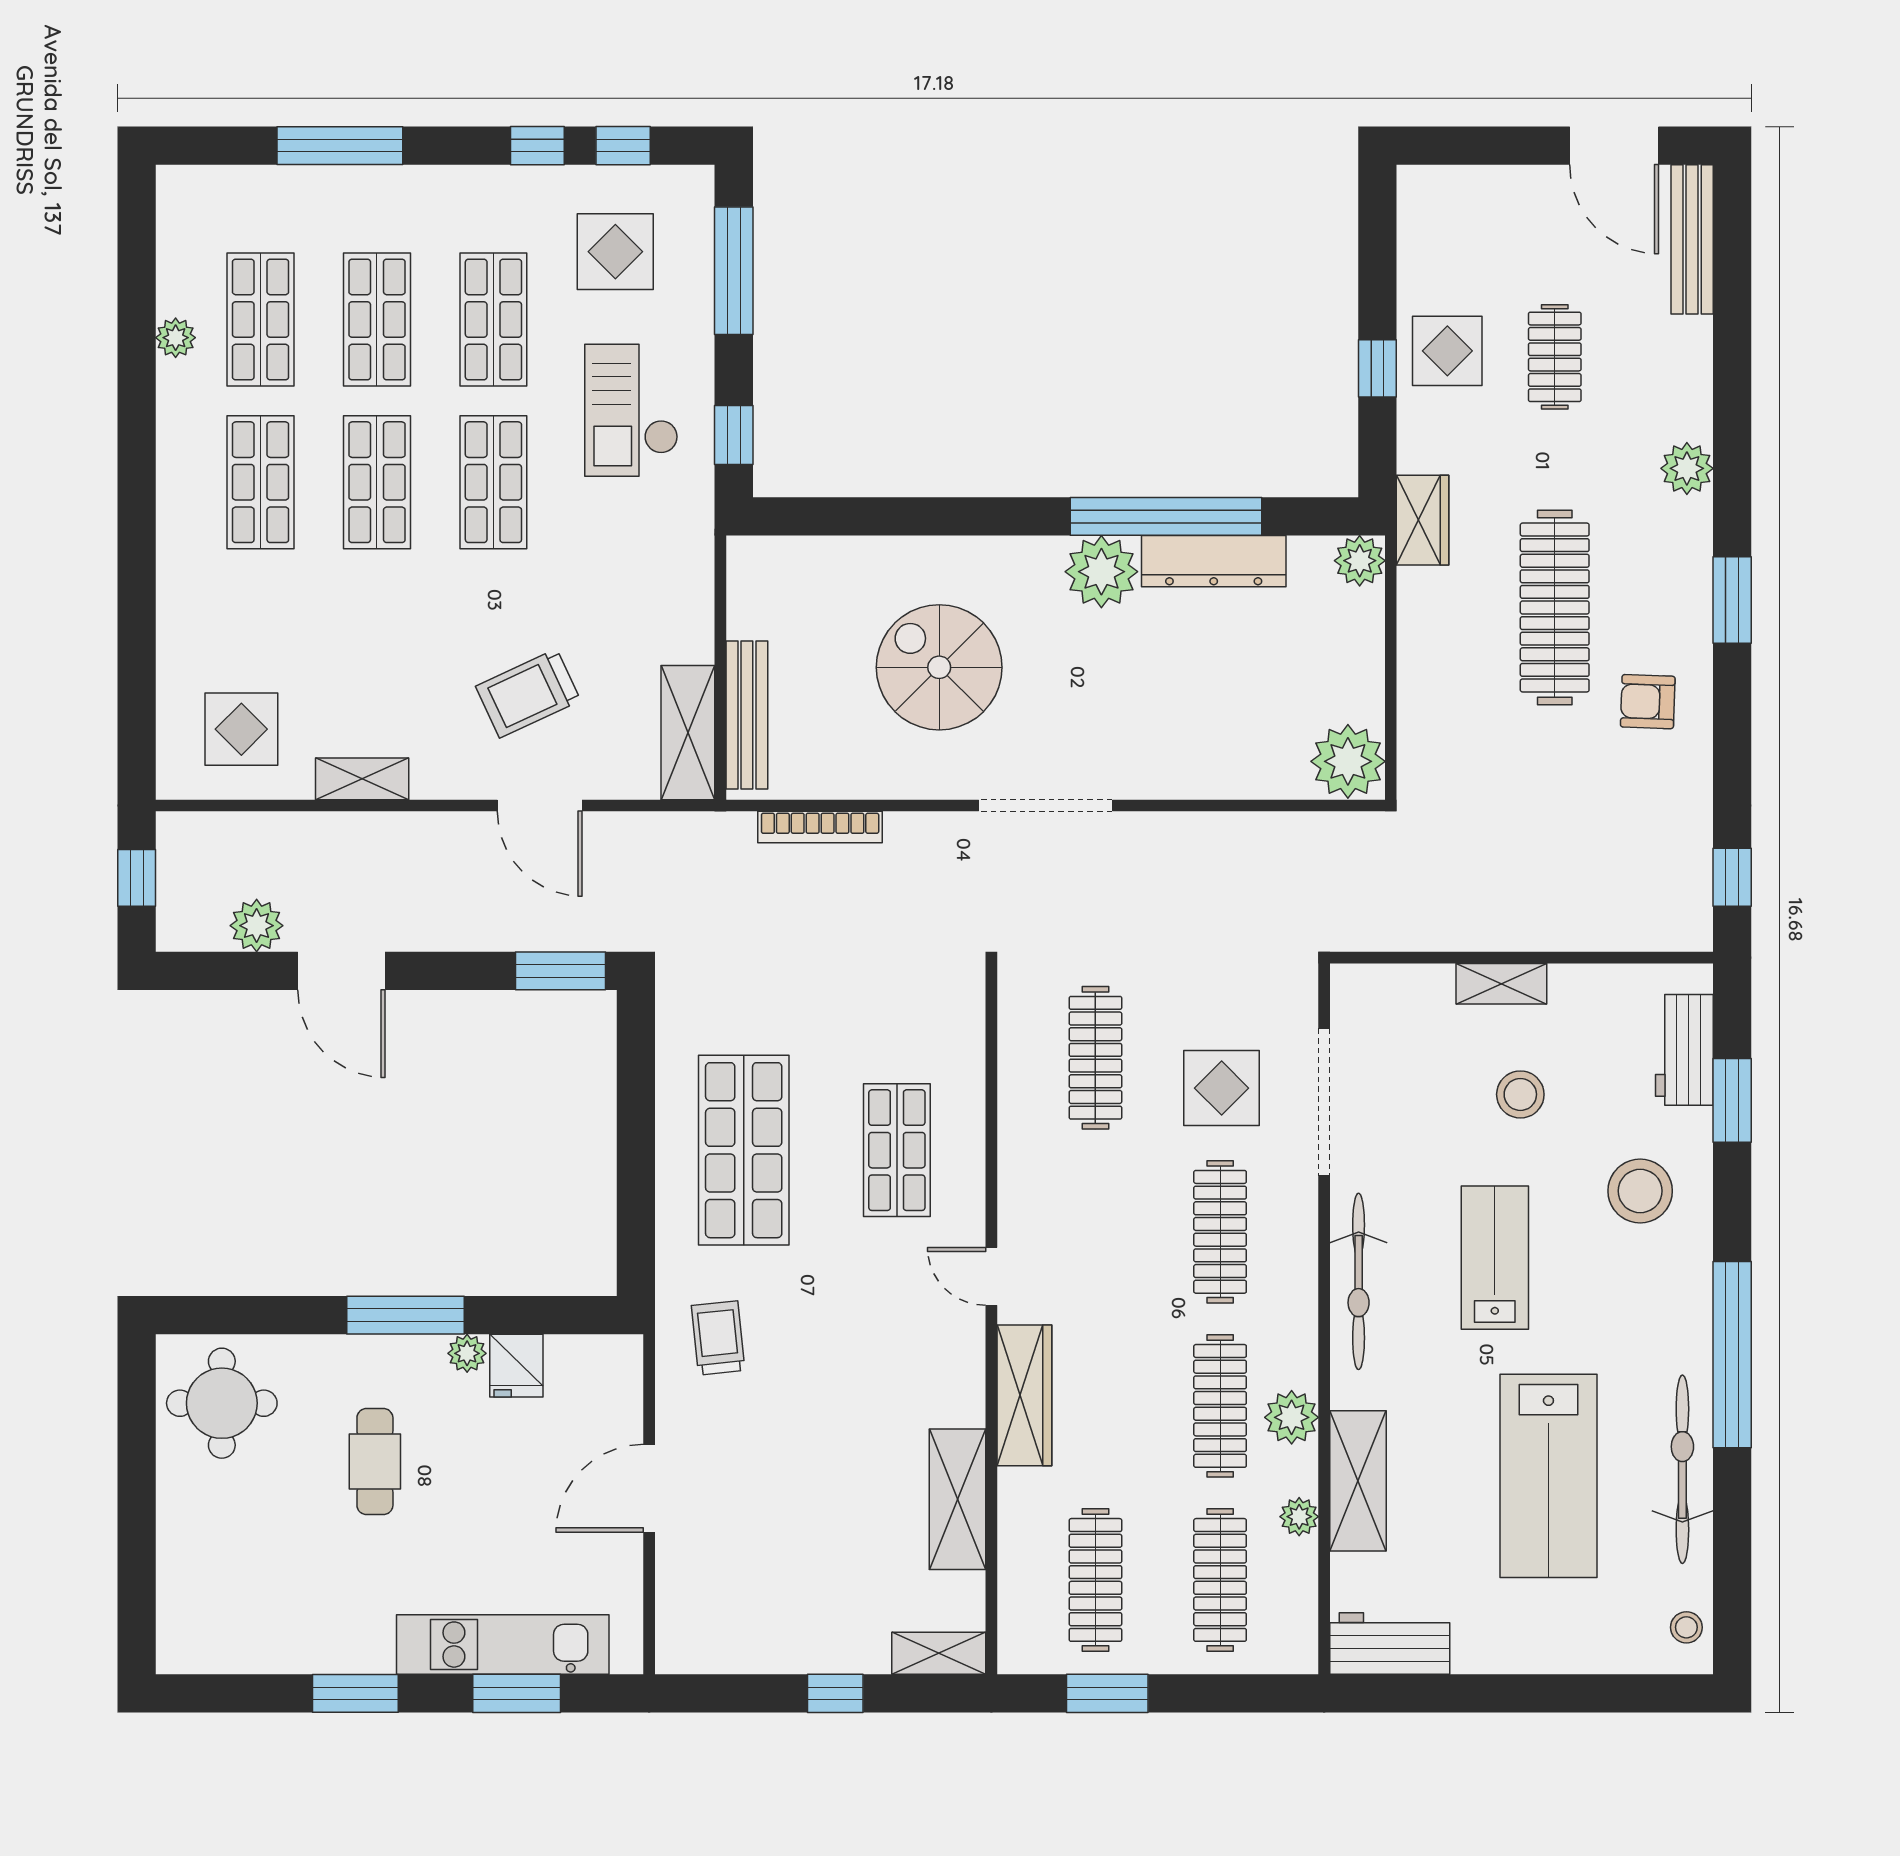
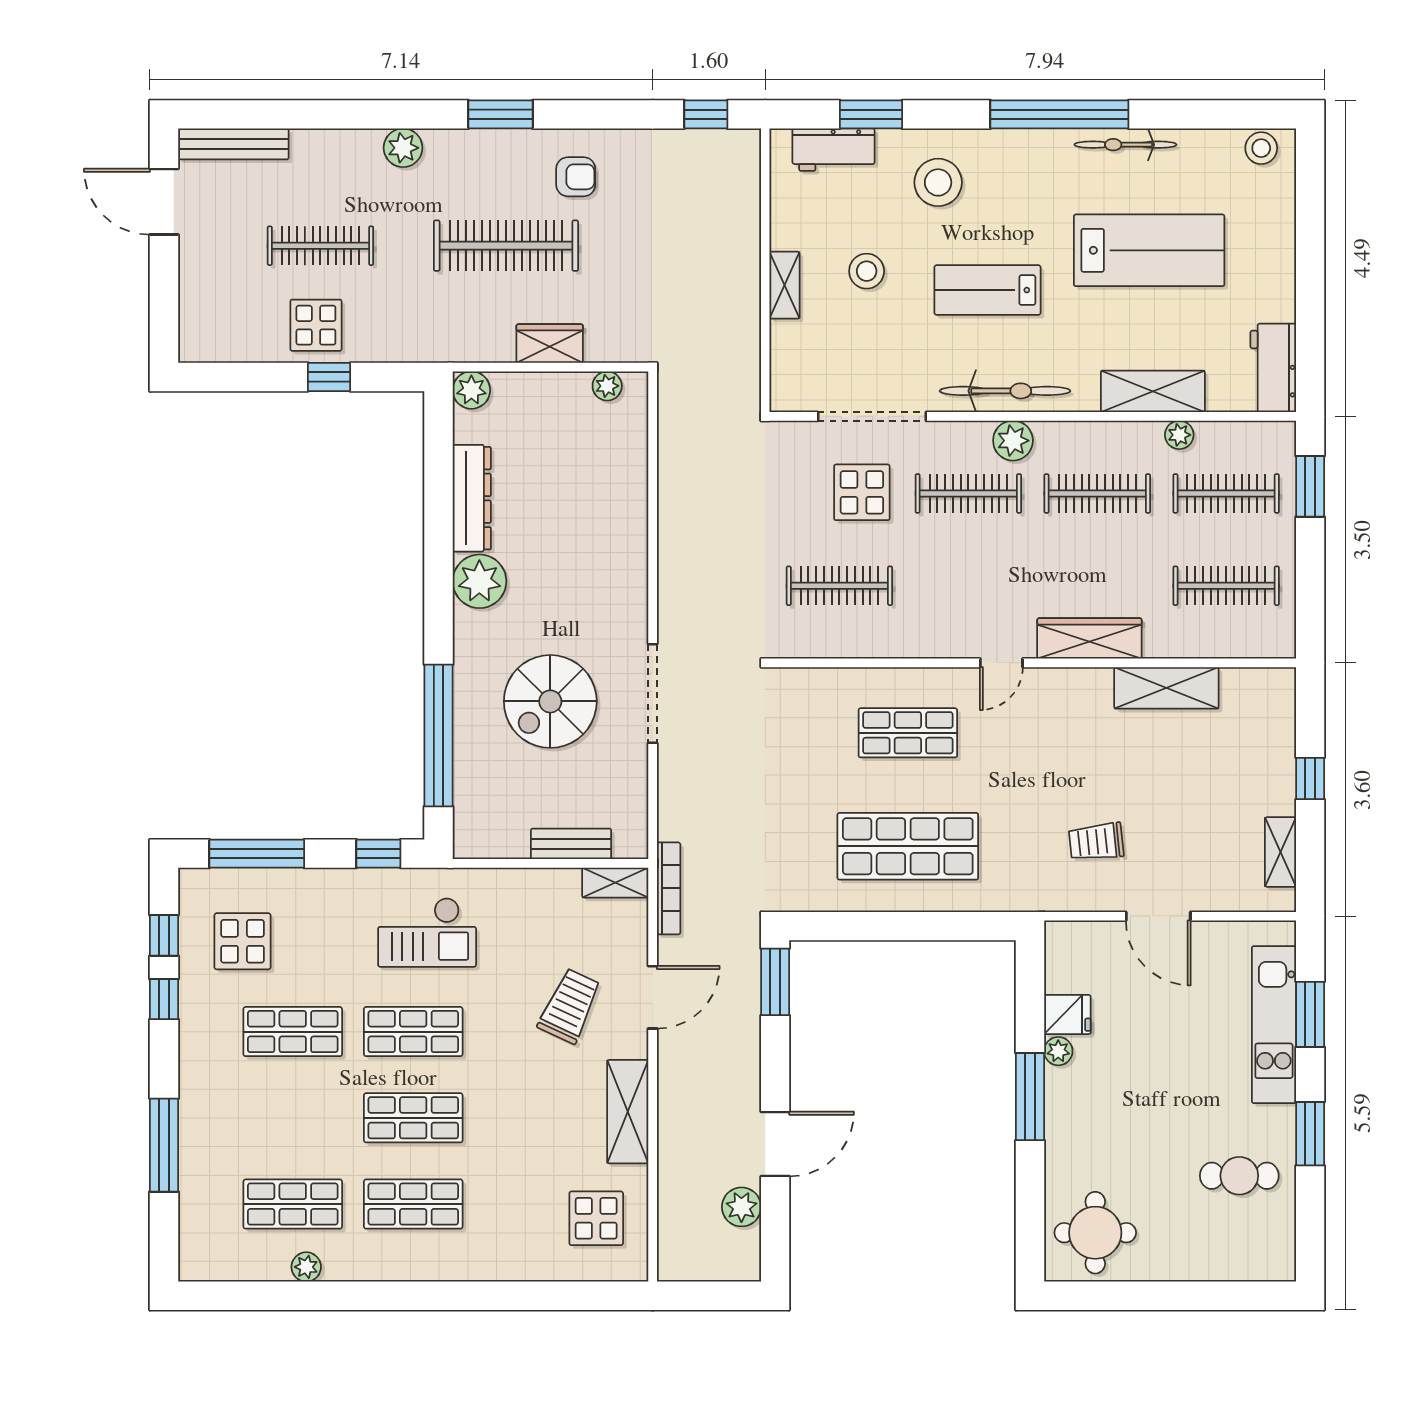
door: (1614, 146) -> (164, 202), swing flipped
shop shelf: (377, 320) -> (293, 1118), removed
clothes rail: (1555, 357) -> (320, 246), width x1.36
checkout: (631, 410) -> (427, 932), moved
window: (1166, 516) -> (439, 735), moved
wardrobe: (1423, 520) -> (550, 344), moved
trolley: (528, 693) -> (570, 1006), turned -130
armchair: (1648, 702) -> (576, 177), turned -92
bench: (747, 715) -> (571, 844), width x0.73
shelving: (688, 733) -> (615, 883), width x0.67, depth x0.75
plant: (1348, 761) -> (607, 386), width x0.53, depth x0.53
shelving: (362, 779) -> (628, 1112), width x1.50, depth x1.33
doorway: (1046, 805) -> (653, 693), moved
bookcase: (820, 827) -> (669, 888), moved
window: (137, 878) -> (706, 1296), removed
trolley: (718, 1338) -> (1096, 842), moved
plant: (1292, 1417) -> (1013, 441), moved
cafe table: (375, 1462) -> (1239, 1176), moved
bicycle: (1682, 1469) -> (1125, 145), width x0.73, depth x0.71
stool: (1686, 1627) -> (1261, 148), width x1.37, depth x1.37
shelving: (939, 1653) -> (1280, 852), moved
window: (1107, 1693) -> (1310, 486), moved

